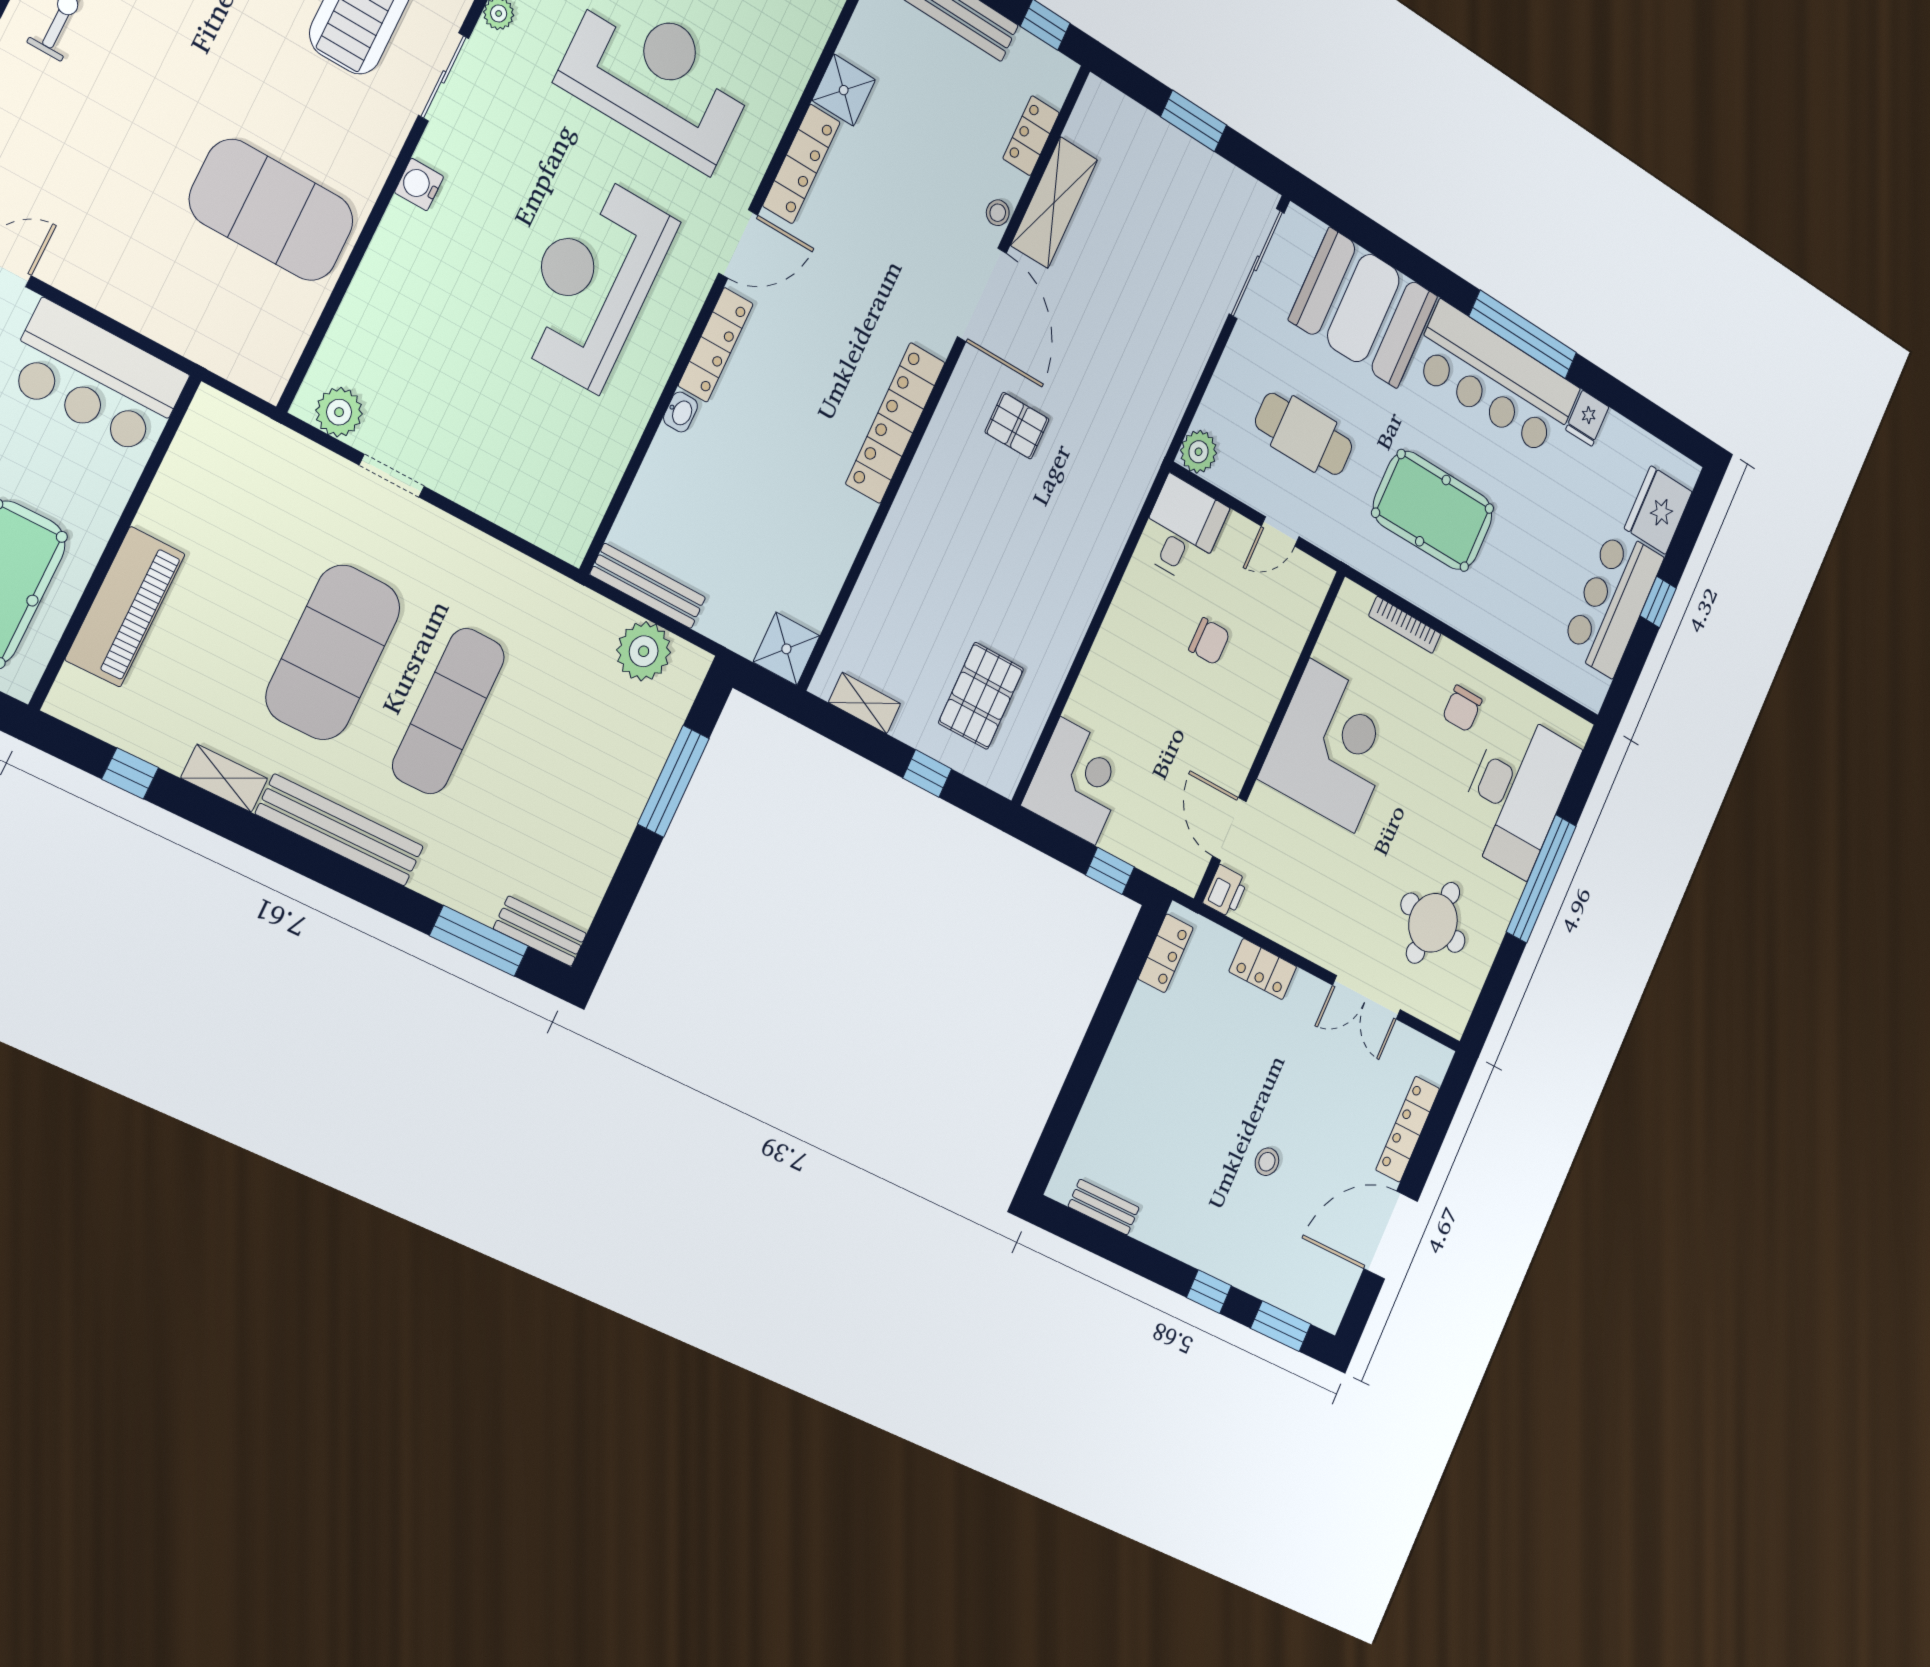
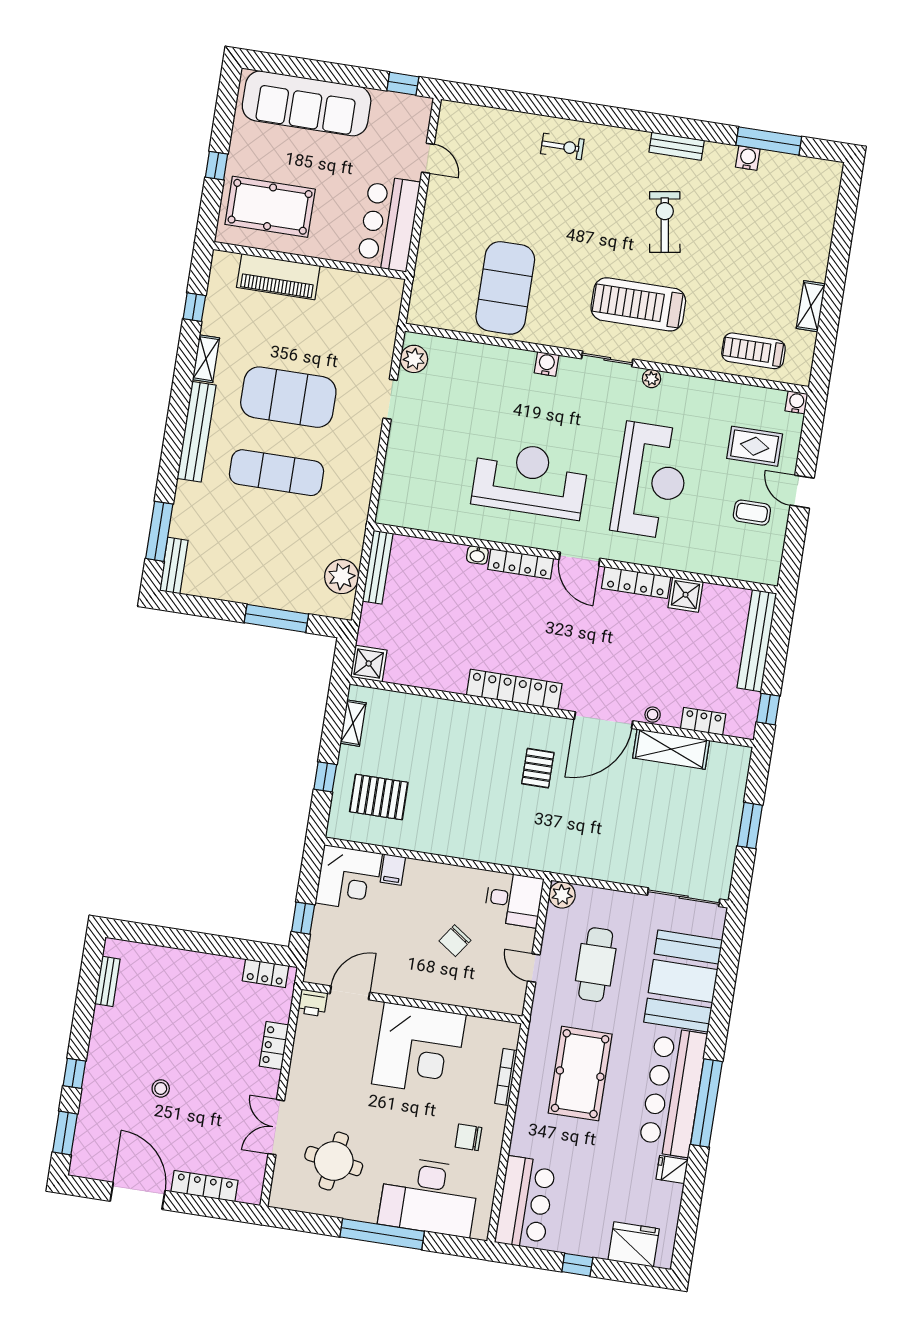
bar counter: (1612, 602) -> (525, 1203), moved, turned 90
chair: (1209, 641) -> (455, 941), turned 35
filing cabinet: (1087, 707) -> (393, 870), added

